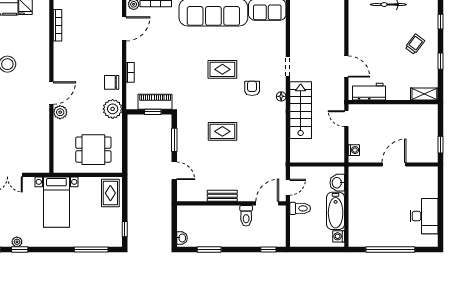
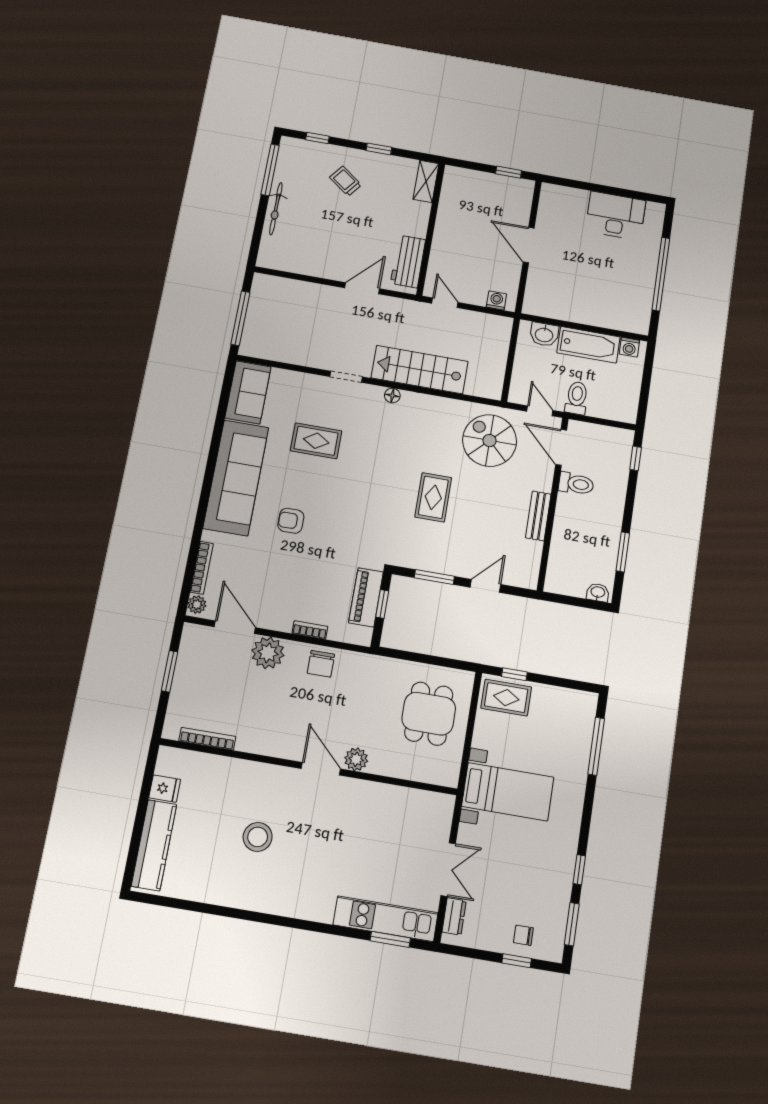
rug: (222, 69) -> (316, 441), moved, turned 90
armchair: (252, 88) -> (291, 521), moved
plant: (113, 109) -> (268, 653), moved
door: (346, 119) -> (445, 303), swing flipped
spiral stairs: (264, 160) -> (490, 441), added
window: (125, 229) -> (514, 674), moved
plant: (17, 242) -> (565, 872), removed

